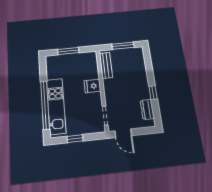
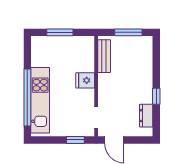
window: (75, 139) -> (75, 140), moved

